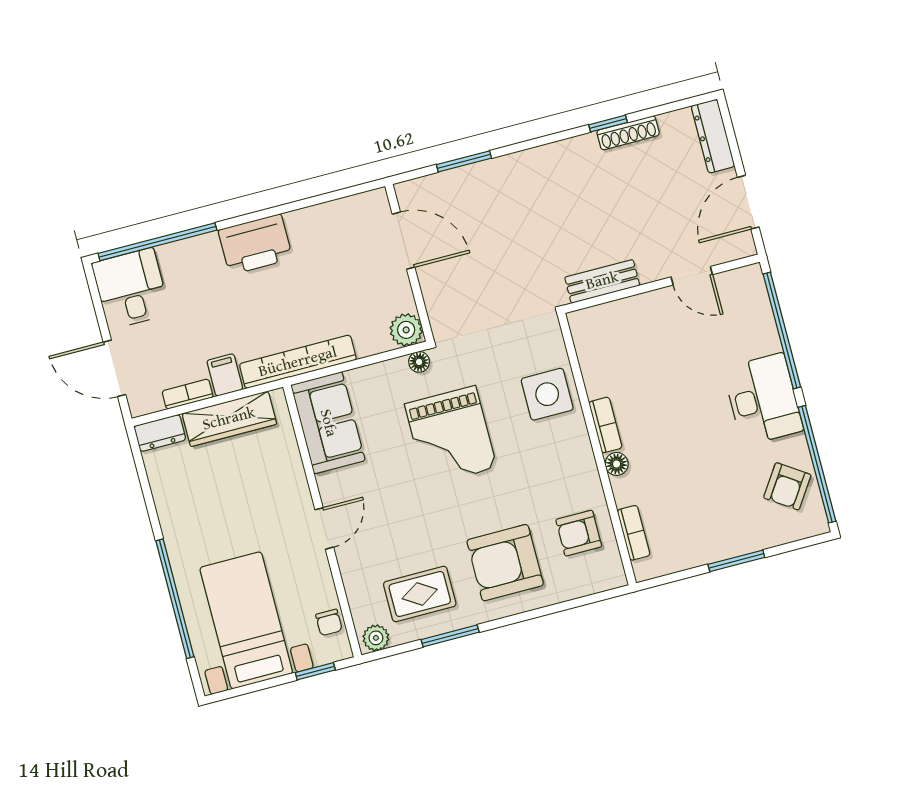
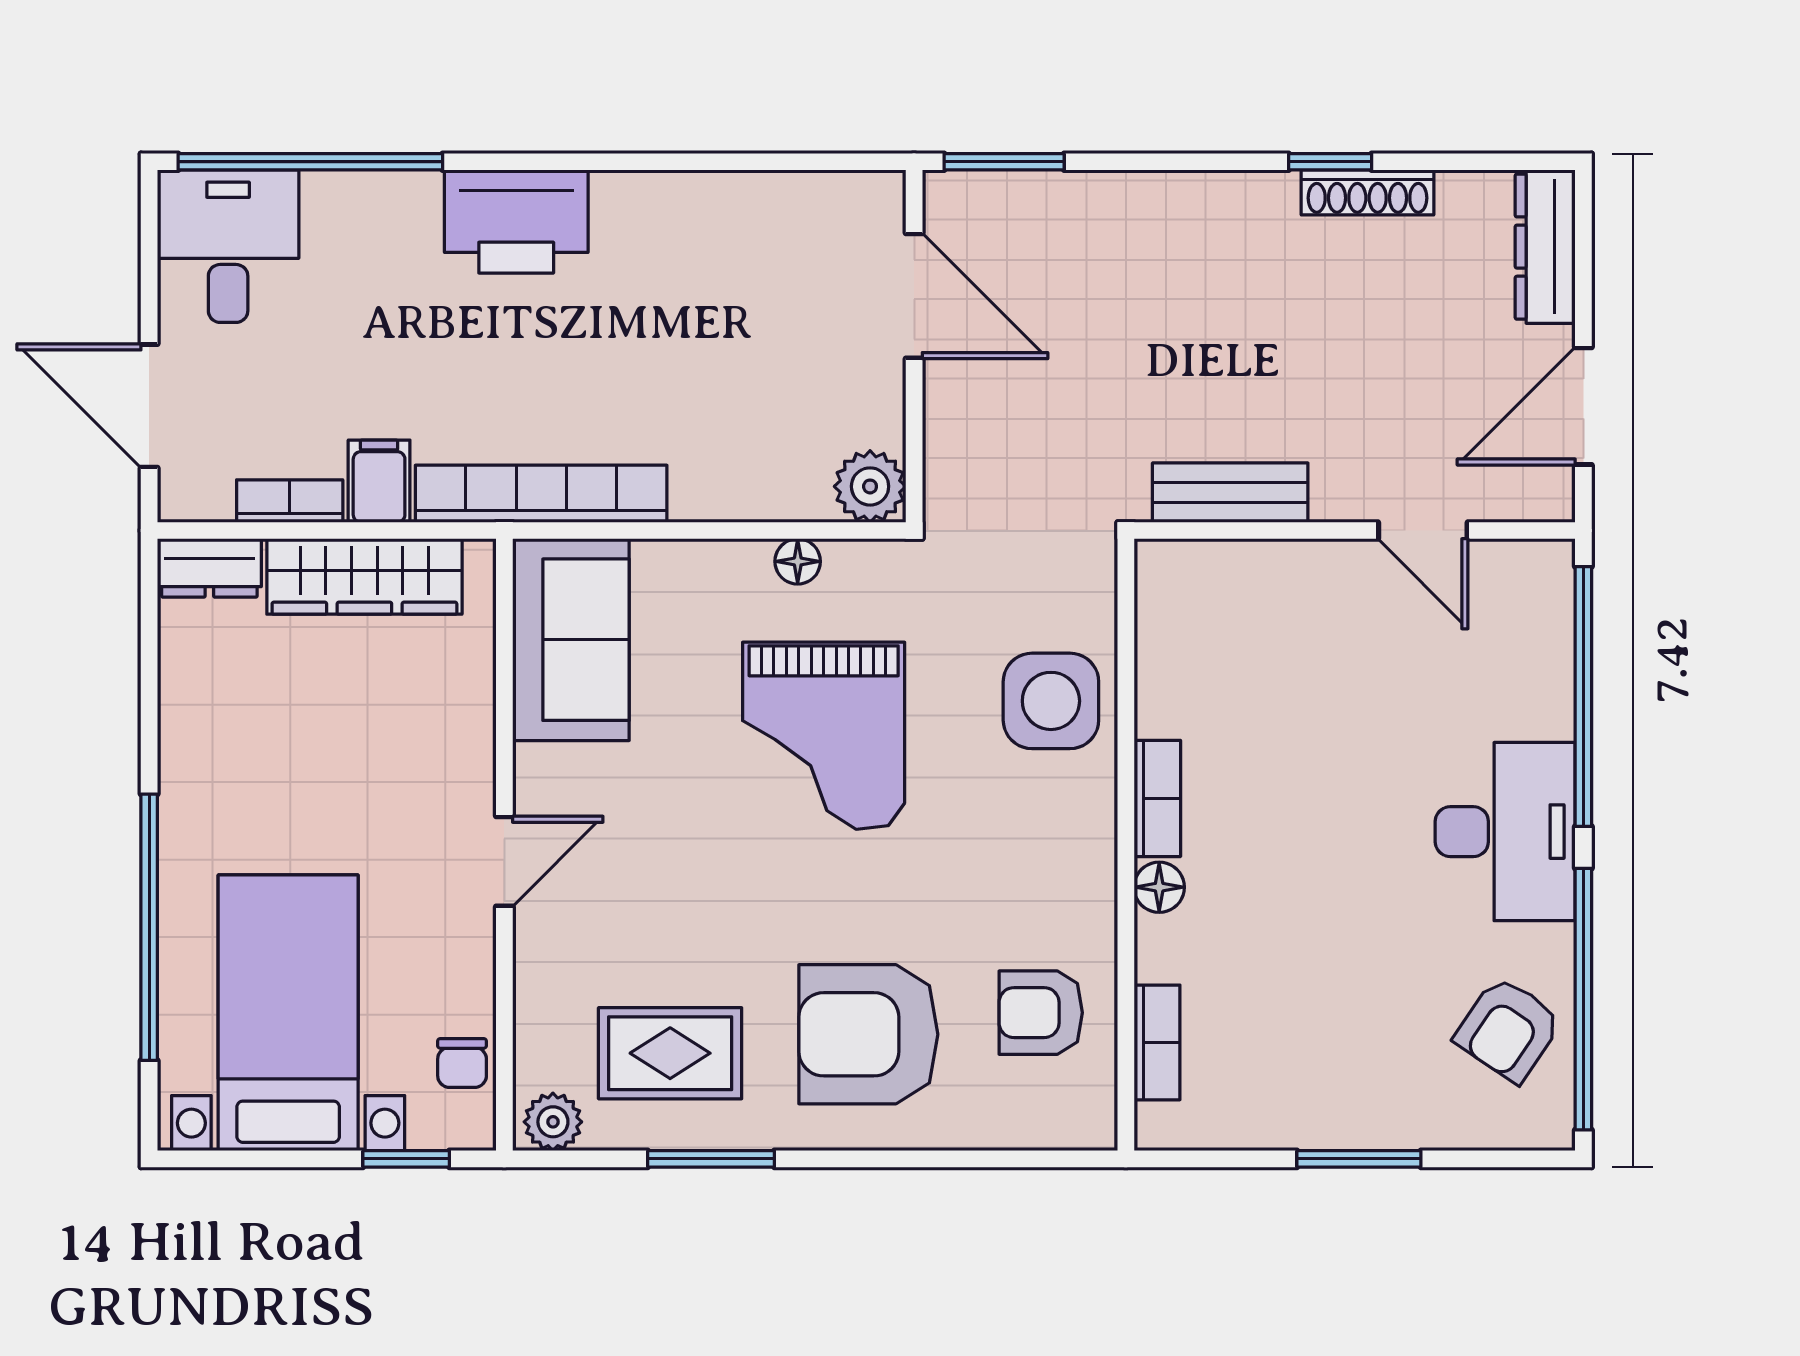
door: (404, 241) -> (914, 296), moved
wall: (409, 263) -> (914, 346), moved
plant: (406, 330) -> (870, 486), moved

